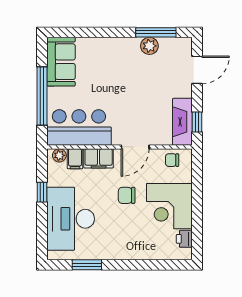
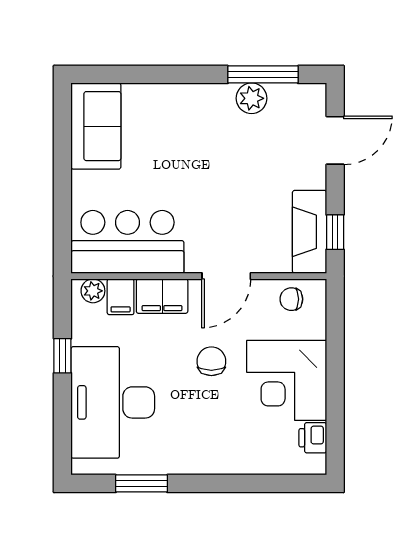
window: (42, 96) -> (62, 186), removed
chair: (127, 195) -> (211, 361), turned 90

